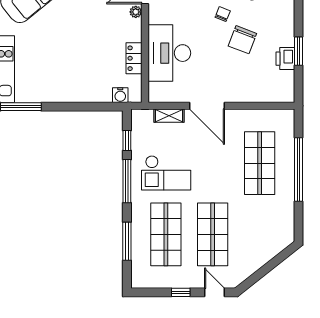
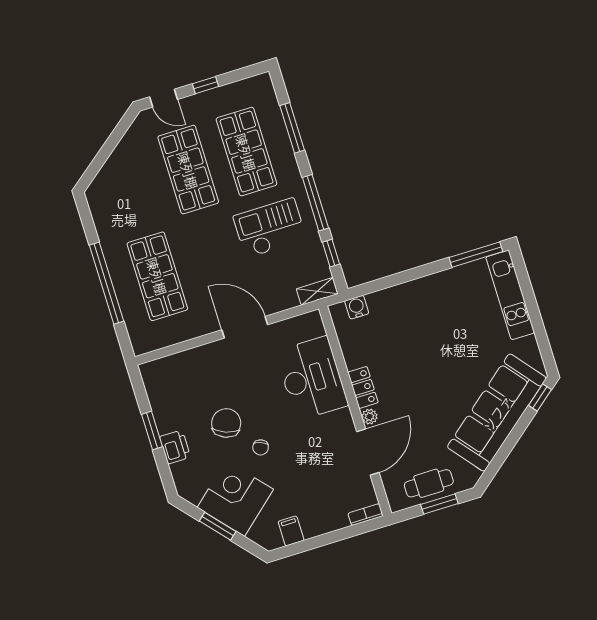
locker: (134, 58) -> (363, 387), moved
printer: (285, 59) -> (175, 447), moved
shelving: (169, 116) -> (317, 291), moved

